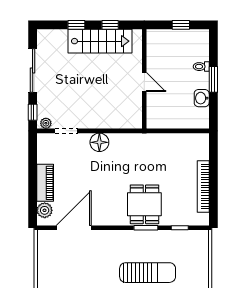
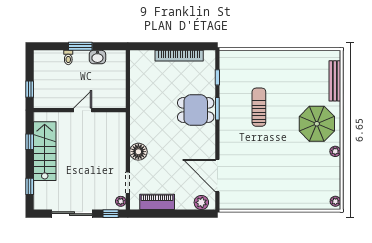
window: (76, 25) -> (30, 186), moved
window: (181, 25) -> (30, 89), moved
piano: (45, 183) -> (157, 202), moved
sun lounger: (148, 273) -> (259, 107), width x0.73, depth x0.75

